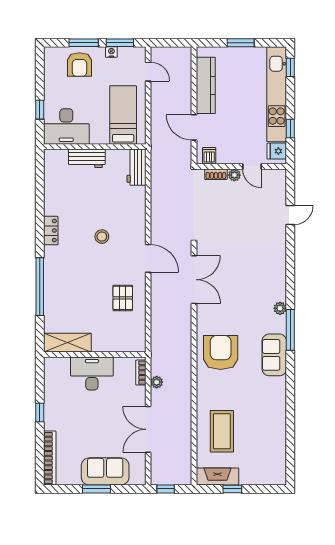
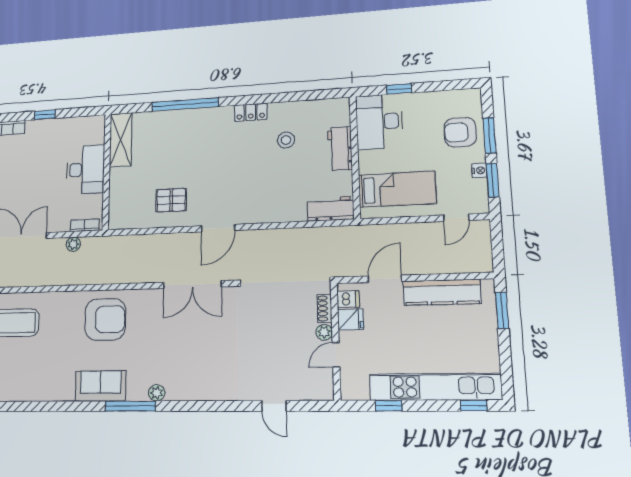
window: (241, 43) -> (502, 310), moved
fridge: (277, 151) -> (350, 319), moved, turned 90
stool: (102, 237) -> (286, 140), moved

